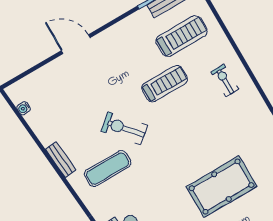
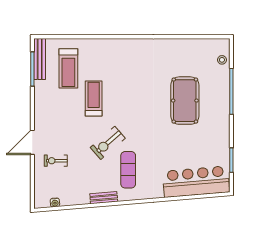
treadmill: (181, 36) -> (68, 68), turned 180
exercise bike: (225, 80) -> (56, 161), moved

